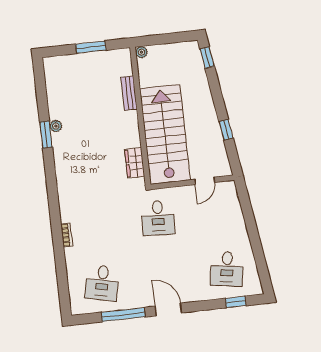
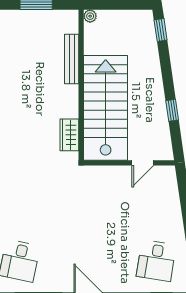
bench: (129, 93) -> (72, 59), width x1.36
desk: (158, 218) -> (88, 197), removed

